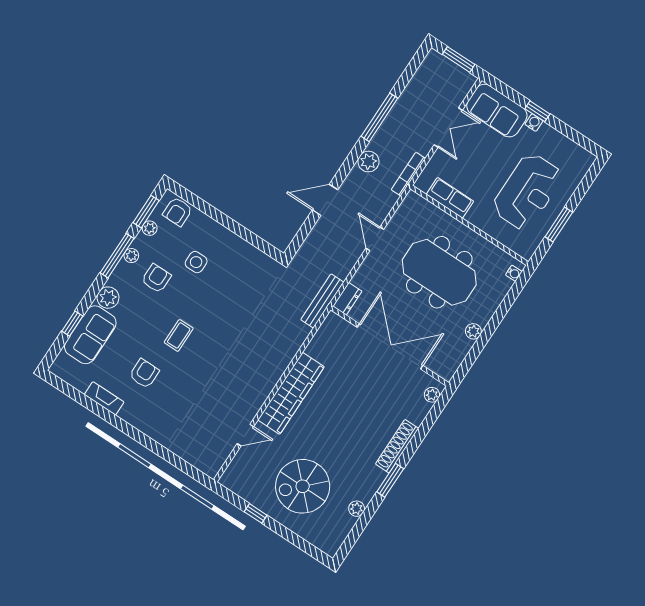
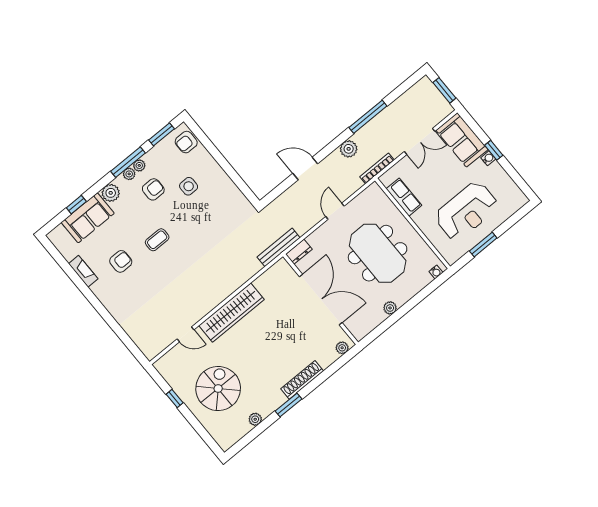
plant: (150, 228) -> (129, 174), moved
spiral stairs: (303, 486) -> (218, 389), turned 90

